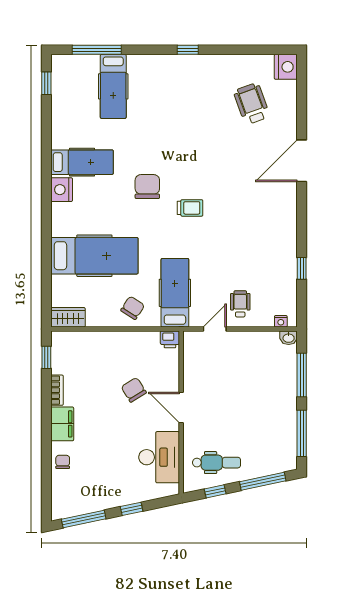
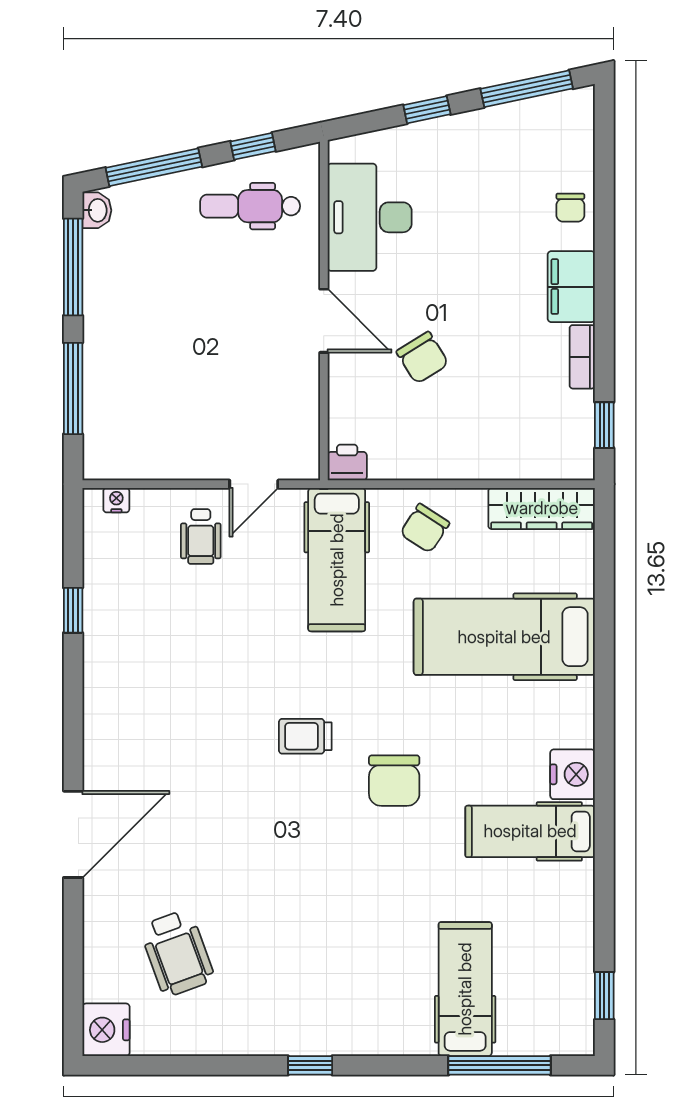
wardrobe: (68, 317) -> (542, 508), width x1.50
washbasin: (289, 338) -> (97, 210), moved, turned 90

